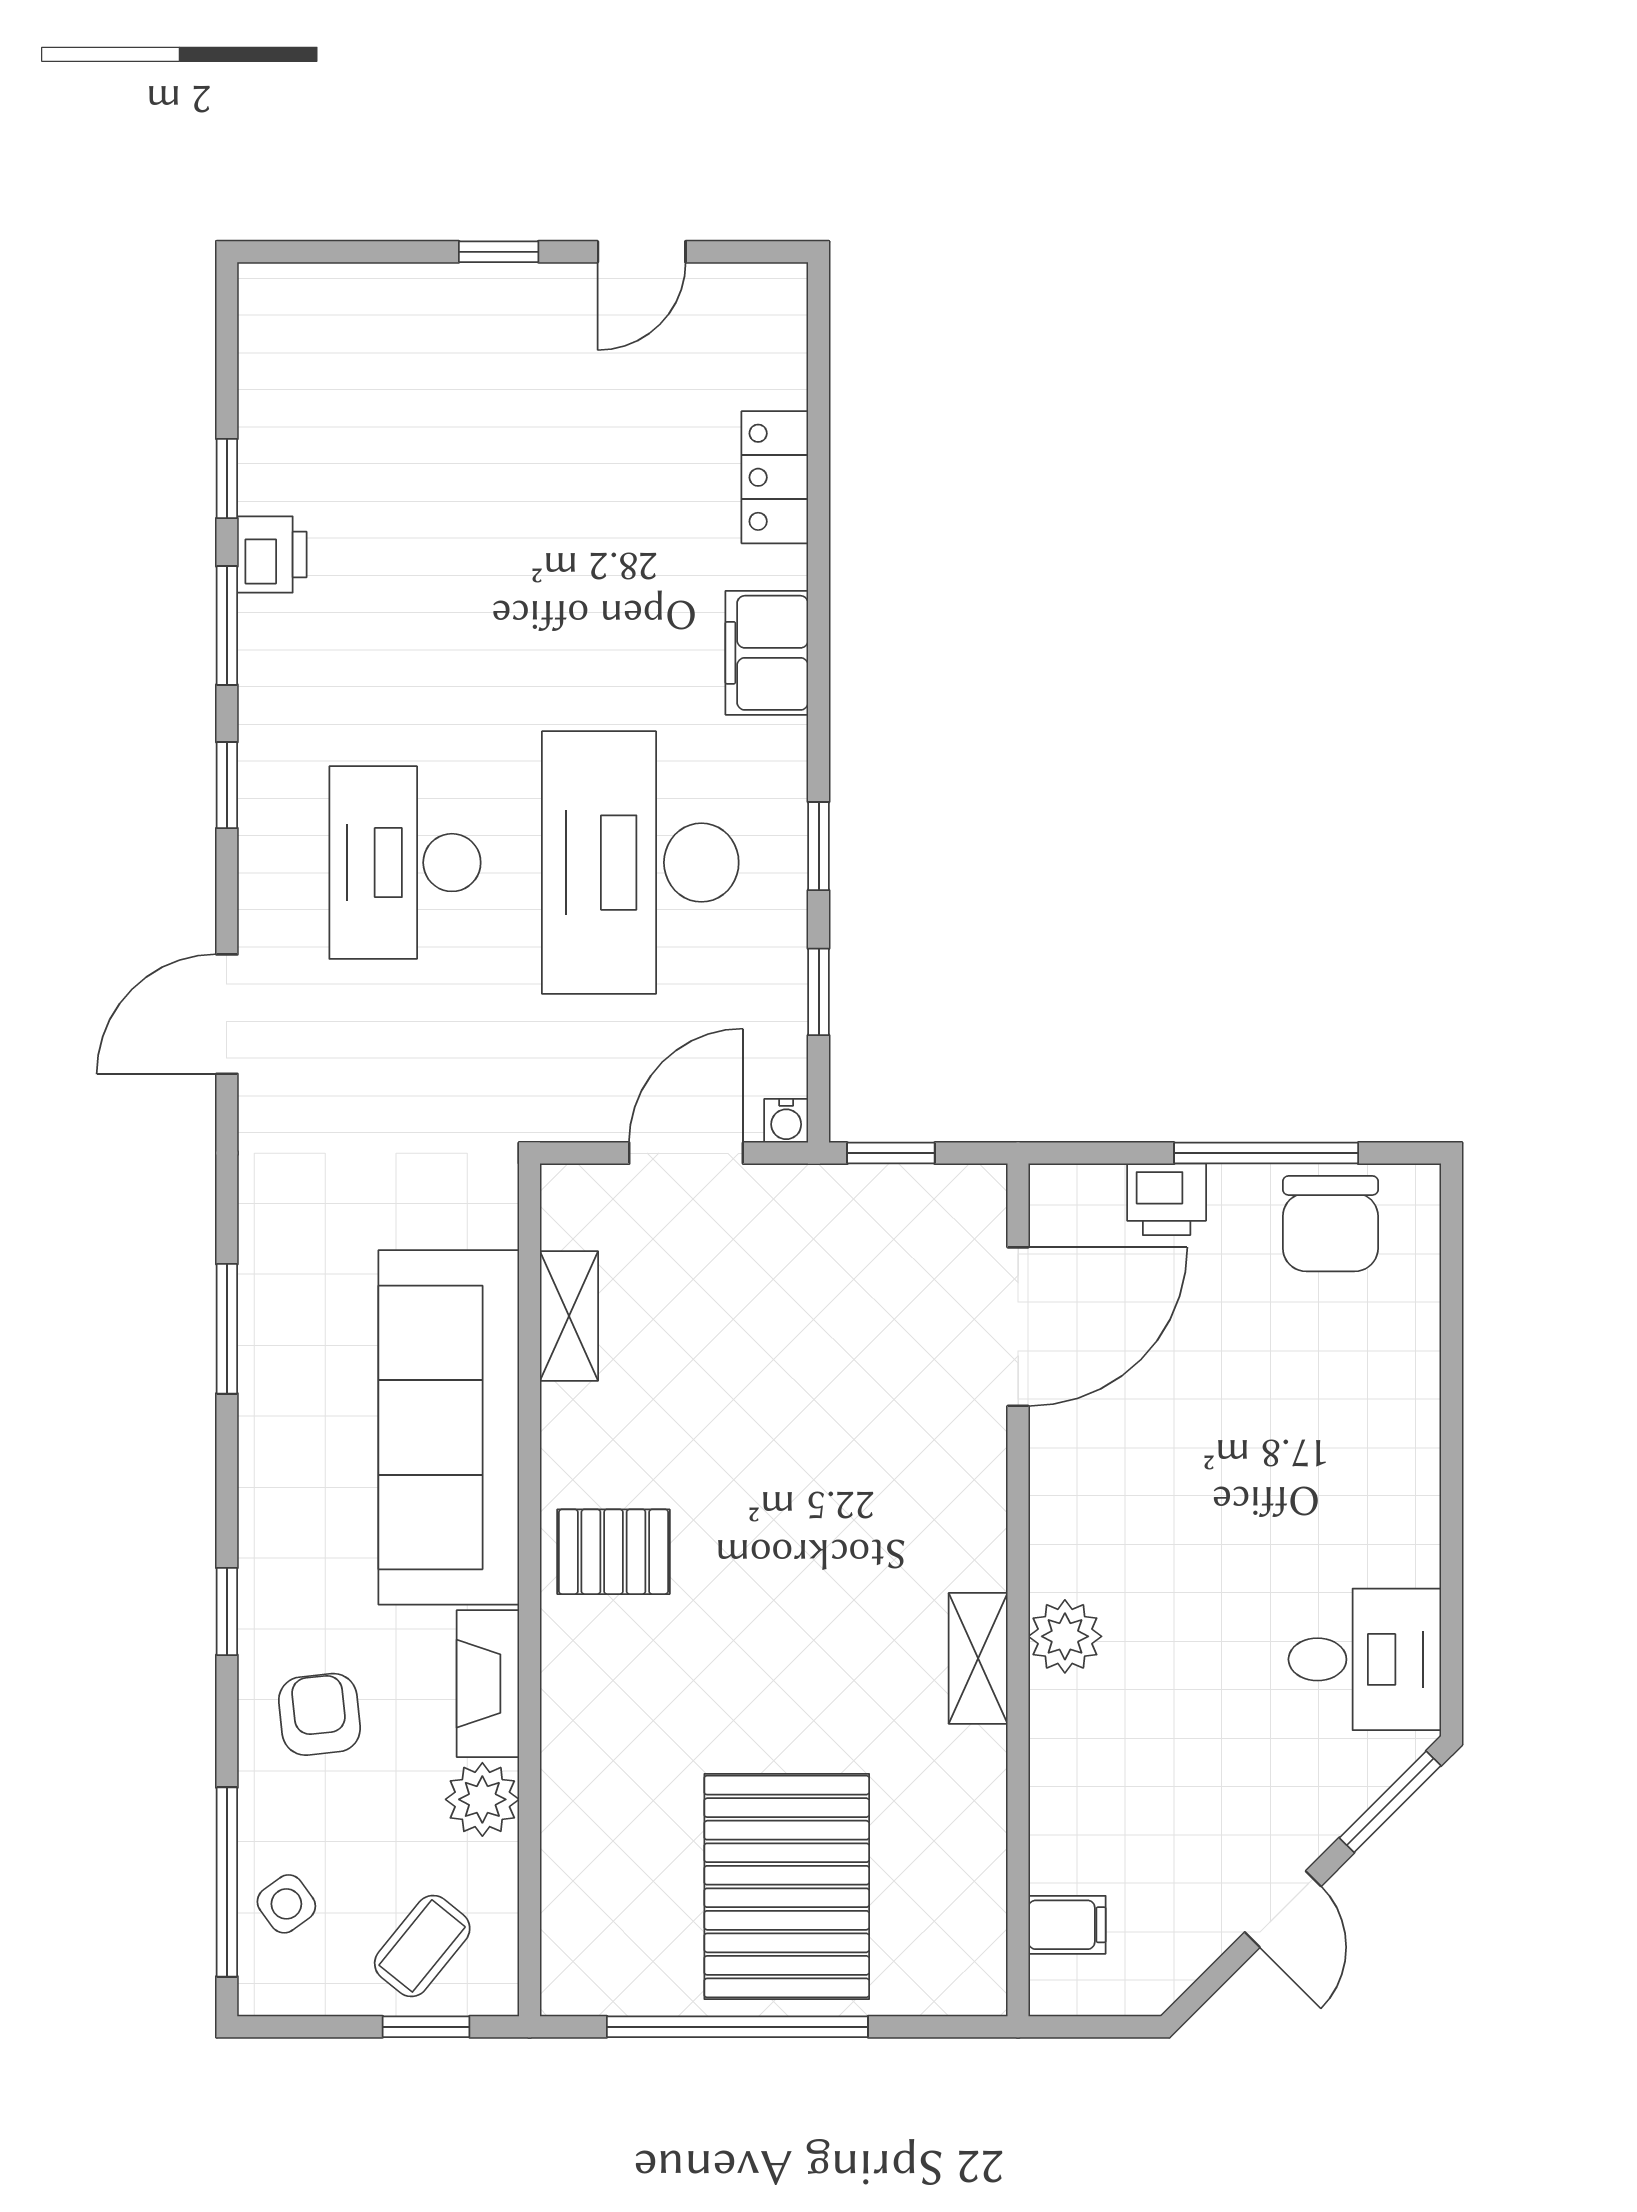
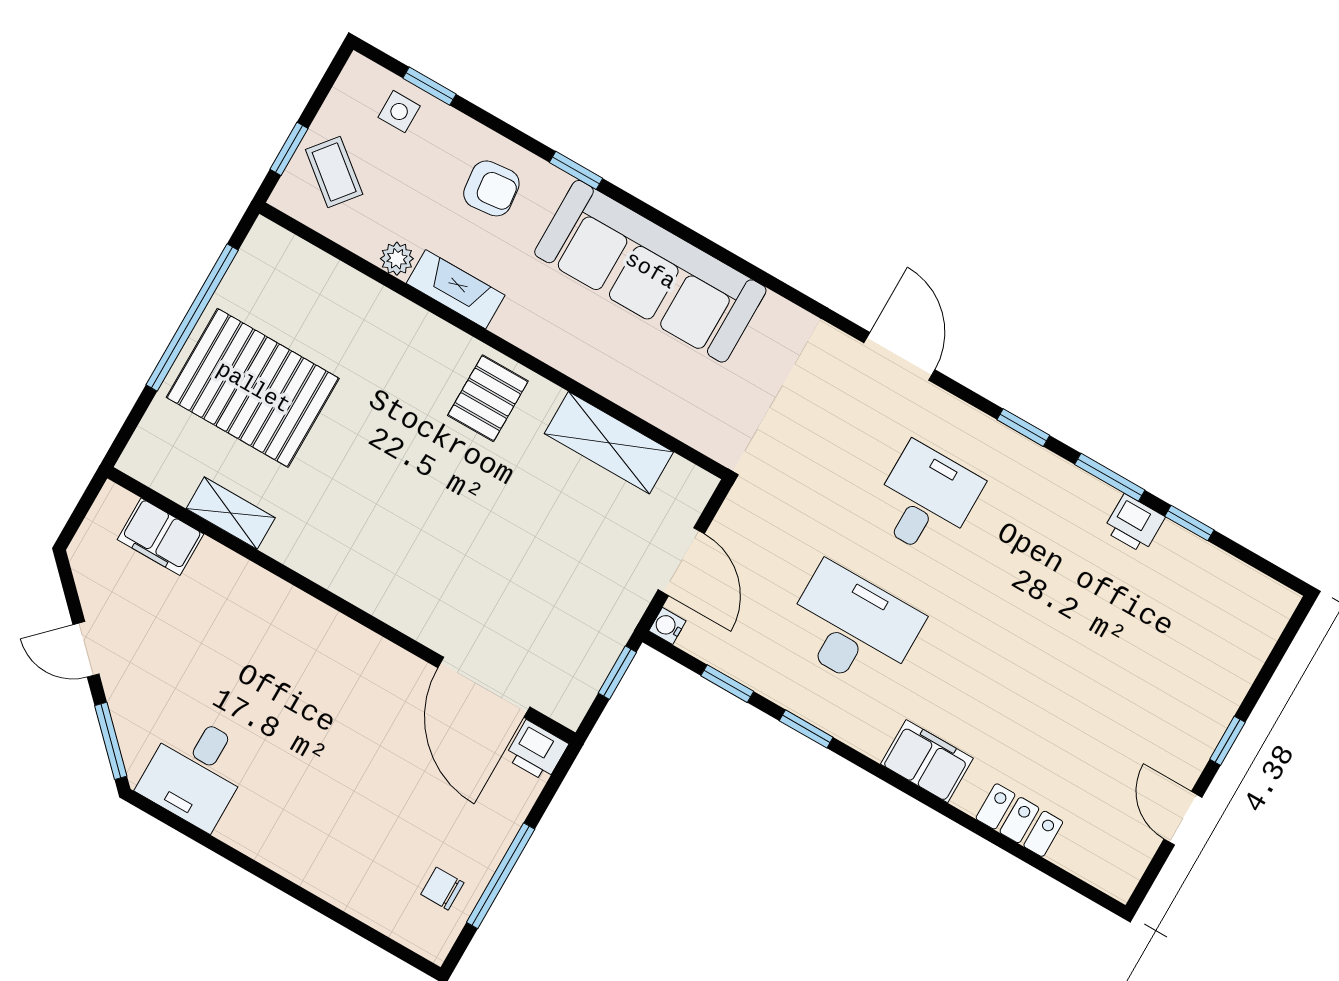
desk: (405, 863) -> (926, 500), width x0.73
desk: (640, 863) -> (853, 627), width x0.73, depth x0.77
printer: (1167, 1199) -> (536, 751), moved, turned -90
chair: (1330, 1224) -> (442, 889), width x0.54, depth x0.54
shelving: (569, 1316) -> (609, 443), width x1.50, depth x1.33
window: (227, 1329) -> (729, 258), removed
sofa: (449, 1427) -> (650, 271), moved, turned 180
plant: (1065, 1636) -> (302, 616), removed
shelving: (978, 1658) -> (231, 513), moved
plant: (482, 1799) -> (397, 259), width x0.73, depth x0.73
window: (227, 1882) -> (429, 86), width x0.46
side table: (286, 1904) -> (399, 112), turned 36
filing cabinet: (1067, 1925) -> (160, 537), width x2.00

